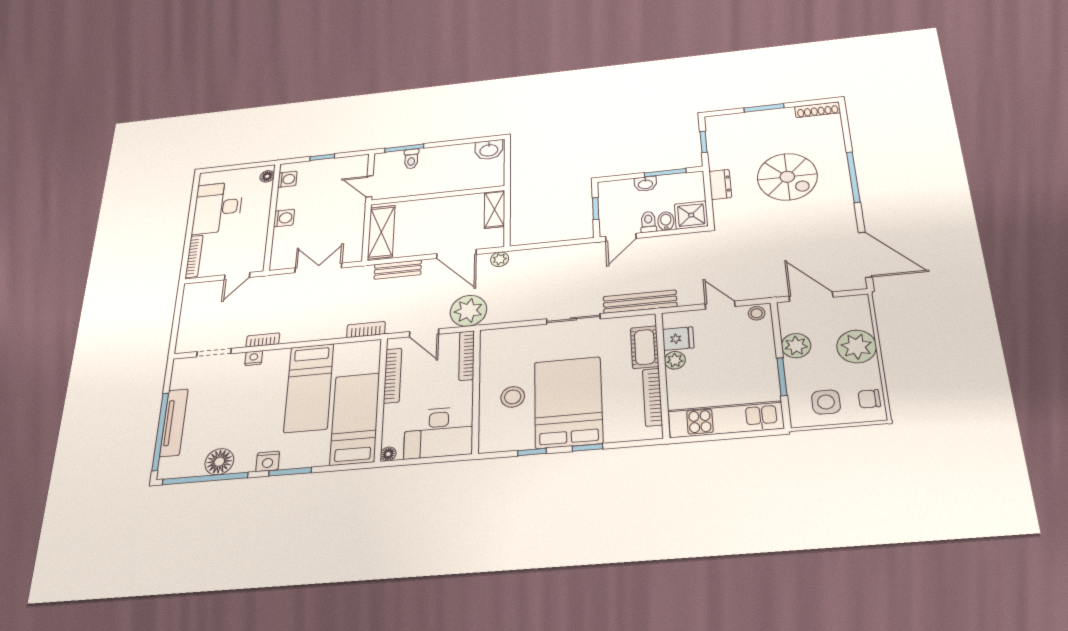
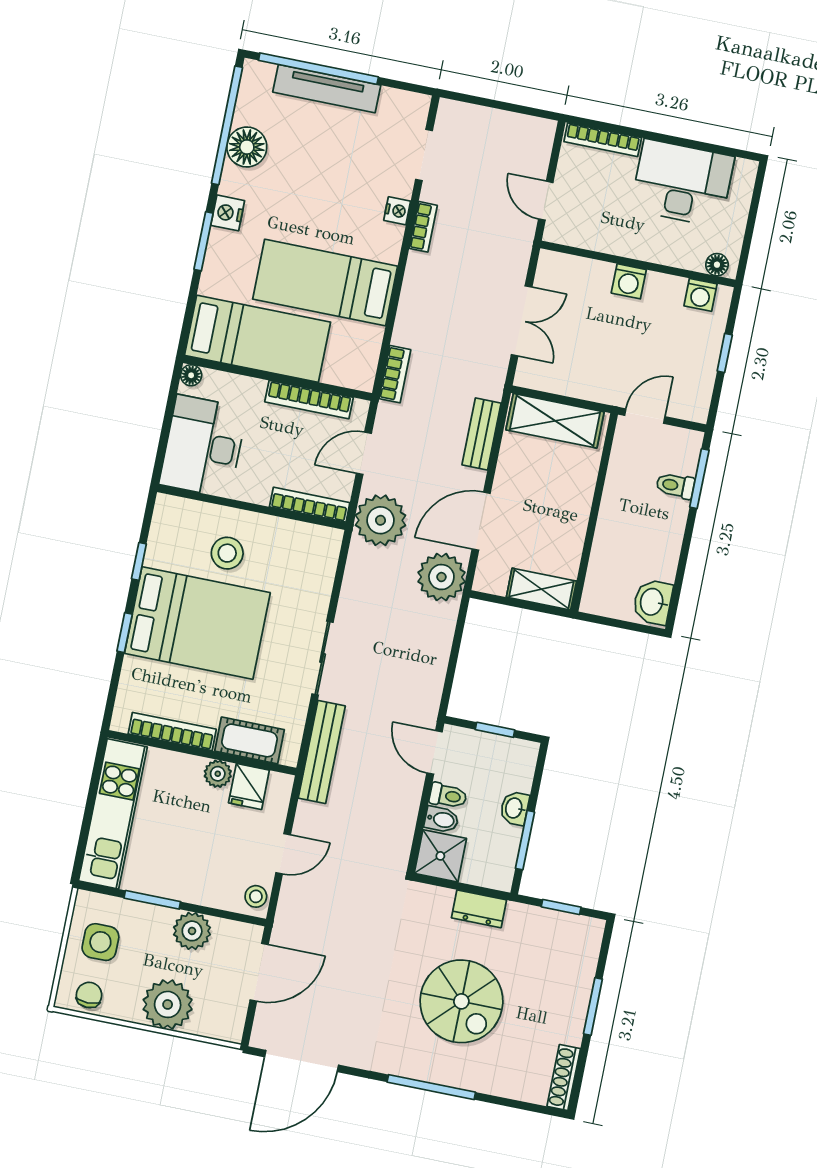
spiral stairs: (787, 177) -> (461, 1001), turned -90
plant: (500, 259) -> (441, 577), width x1.88, depth x1.88

